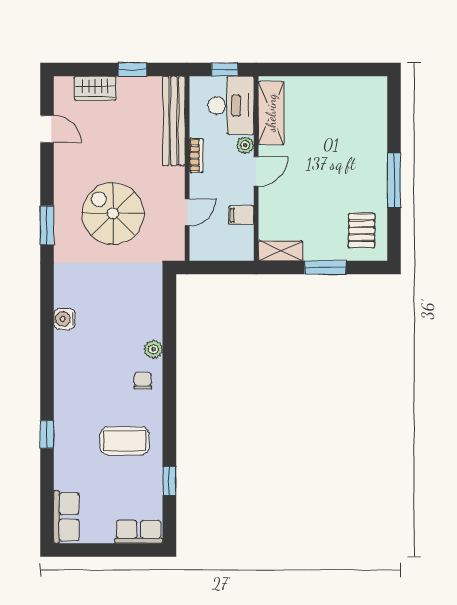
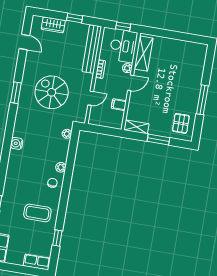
plant: (154, 285) -> (67, 134), added

